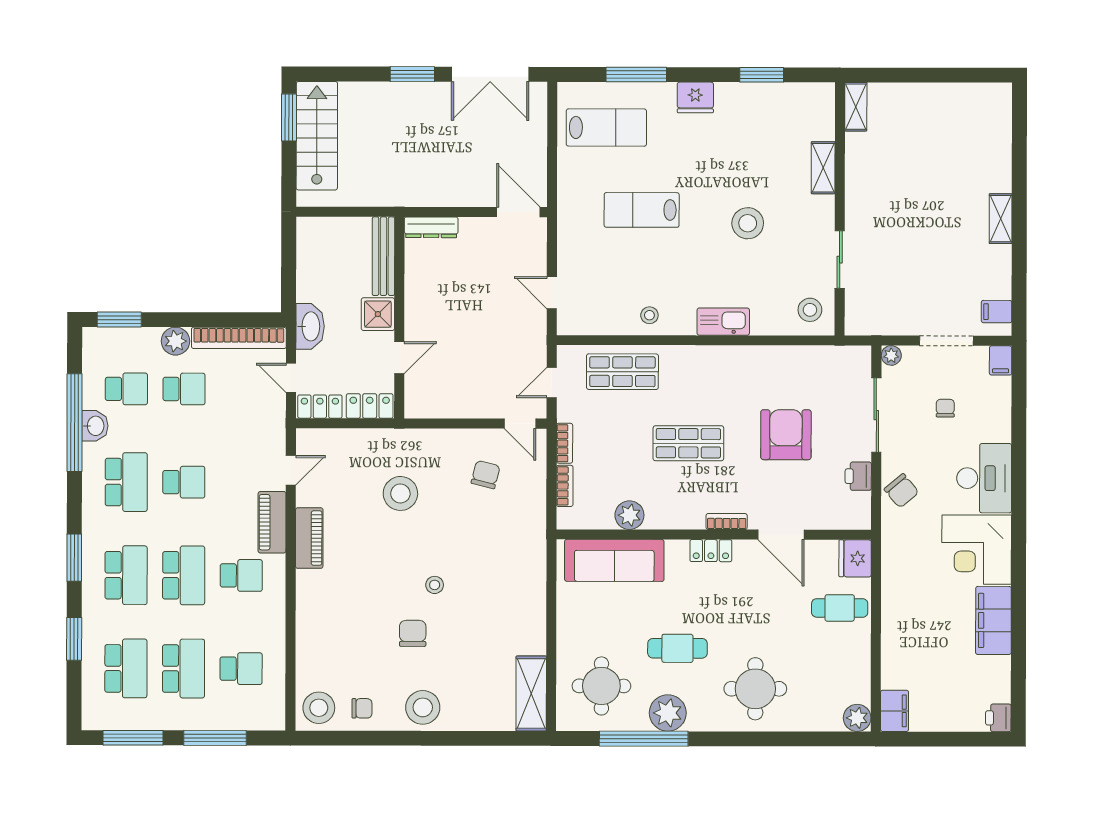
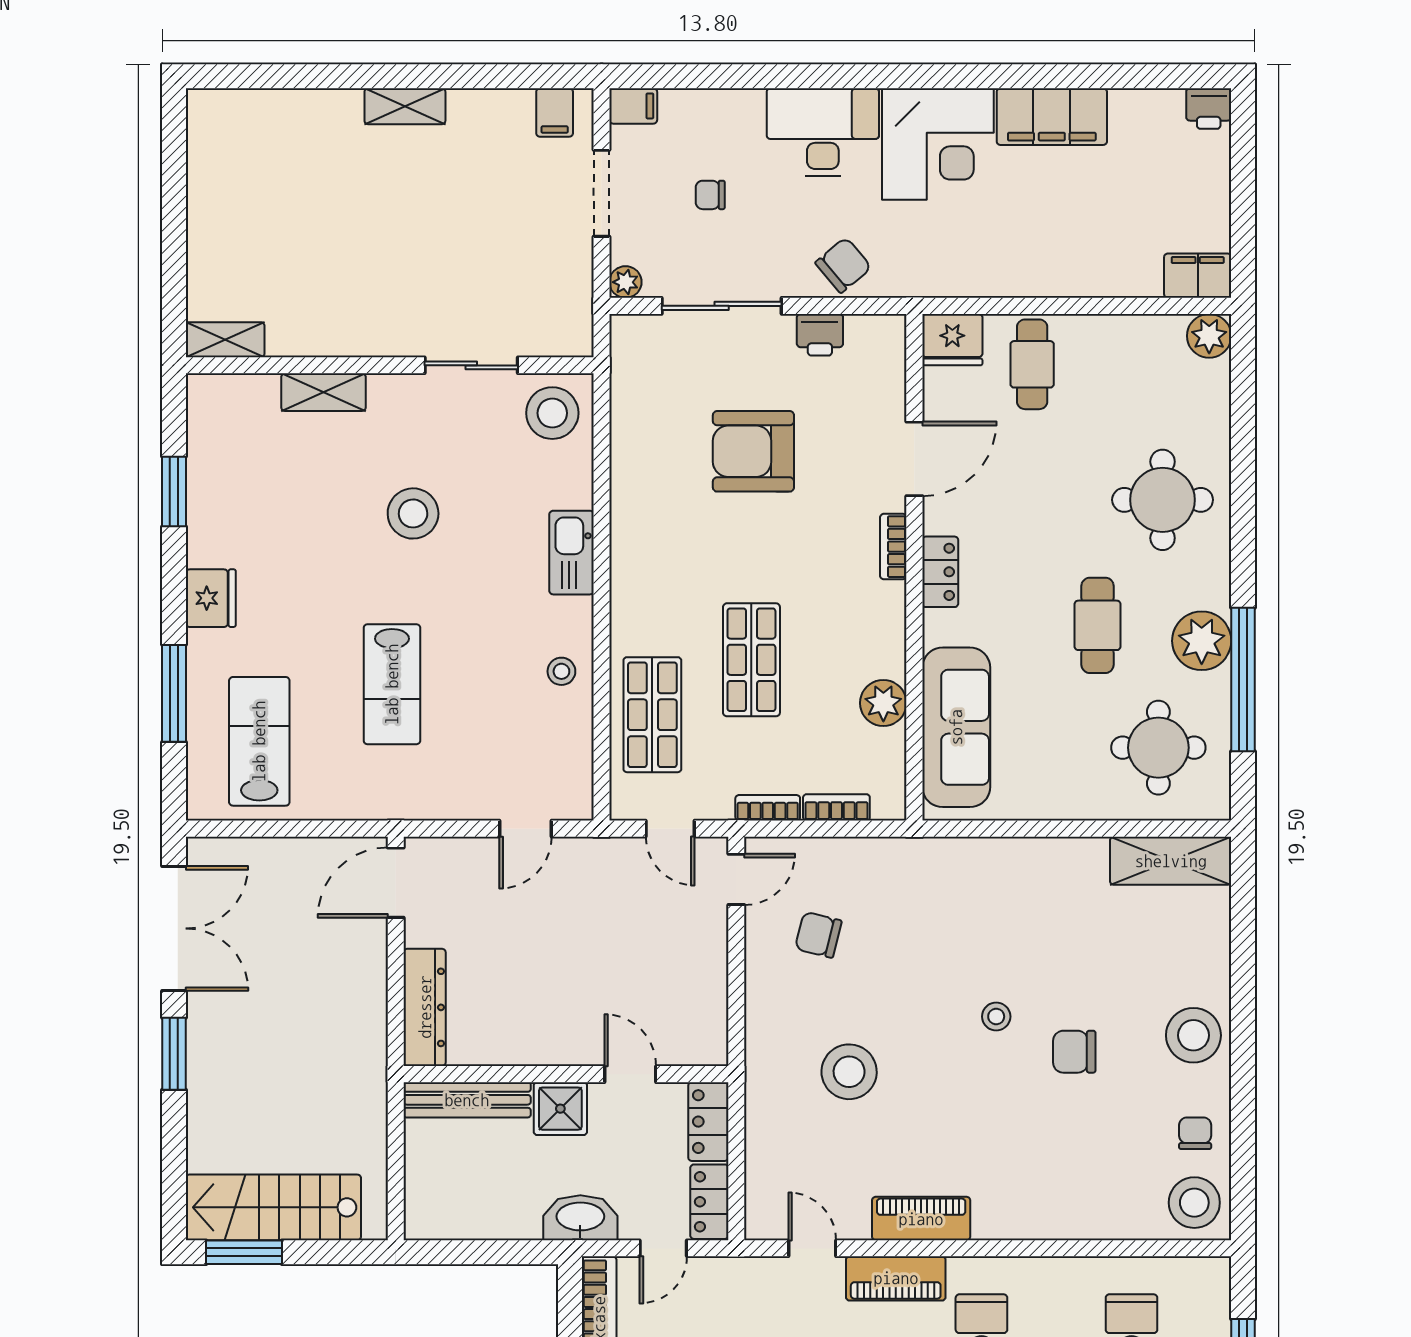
dresser: (431, 227) -> (425, 1007), width x1.37, depth x1.24
stool: (810, 310) -> (552, 413), width x1.38, depth x1.38
shop shelf: (688, 443) -> (751, 660), moved

